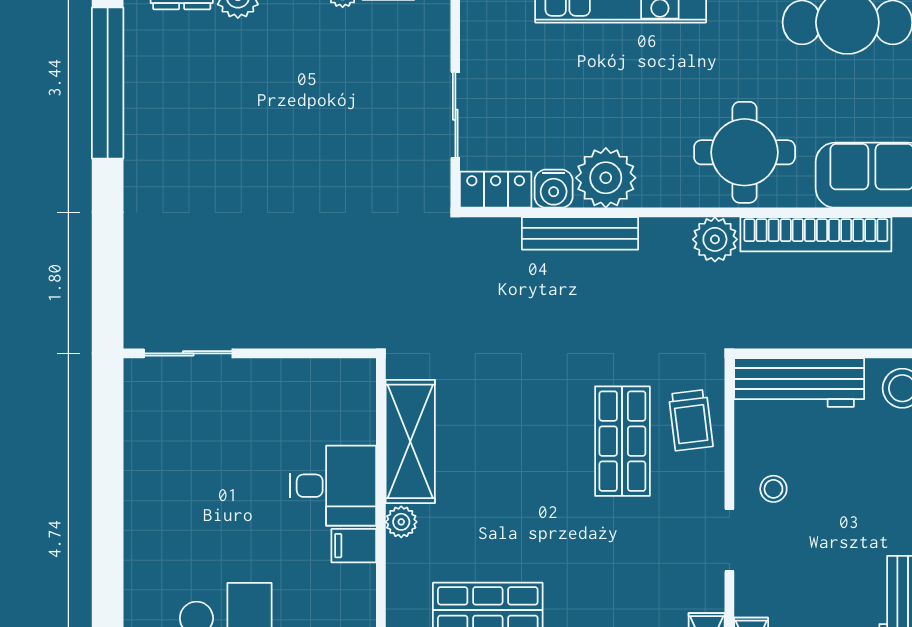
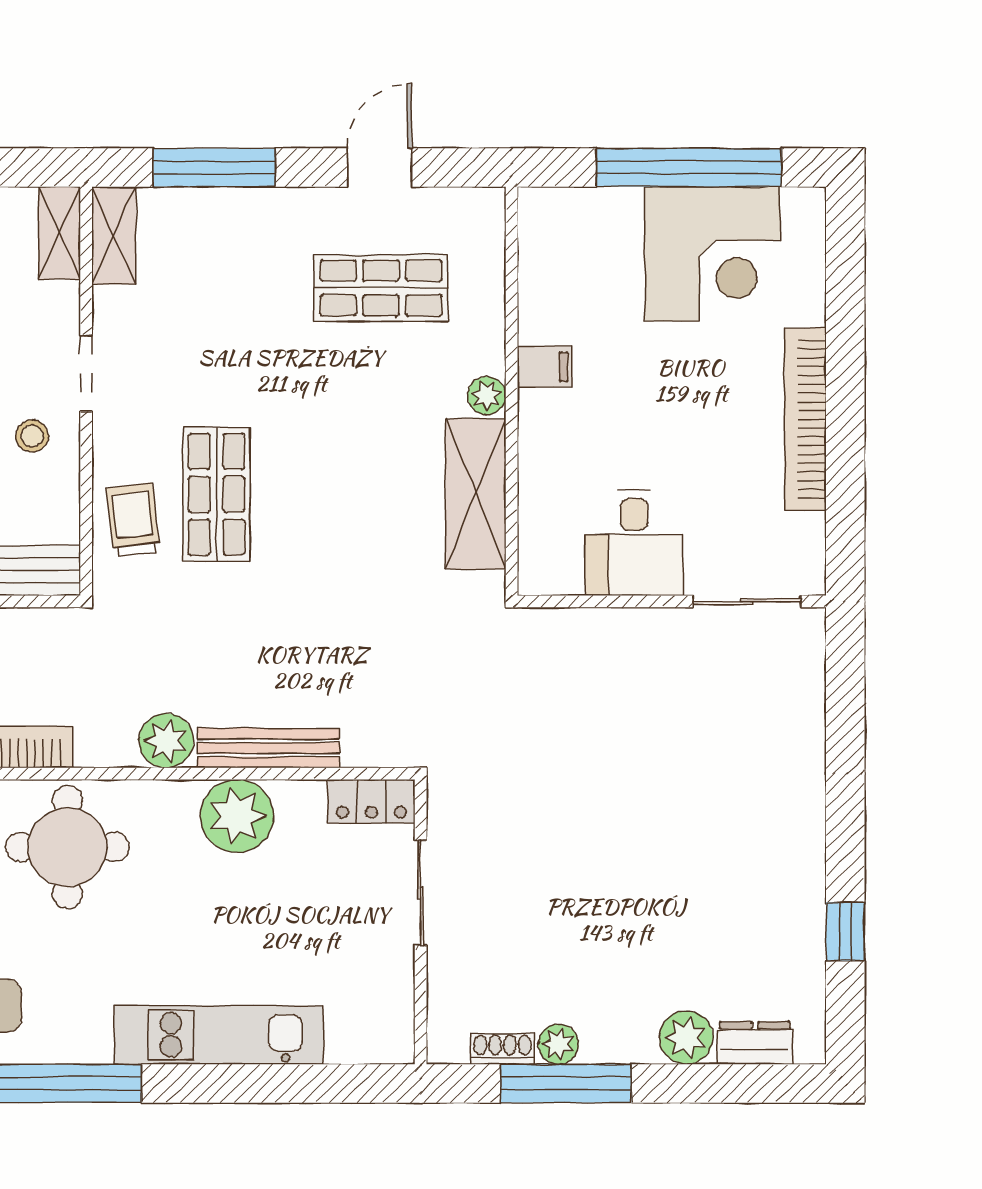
window: (108, 83) -> (845, 932), width x0.32
water cooler: (554, 189) -> (301, 803), removed
plant: (715, 239) -> (166, 741), moved
desk: (333, 486) -> (634, 543), moved, turned -90
bookcase: (140, 502) -> (805, 419), added

